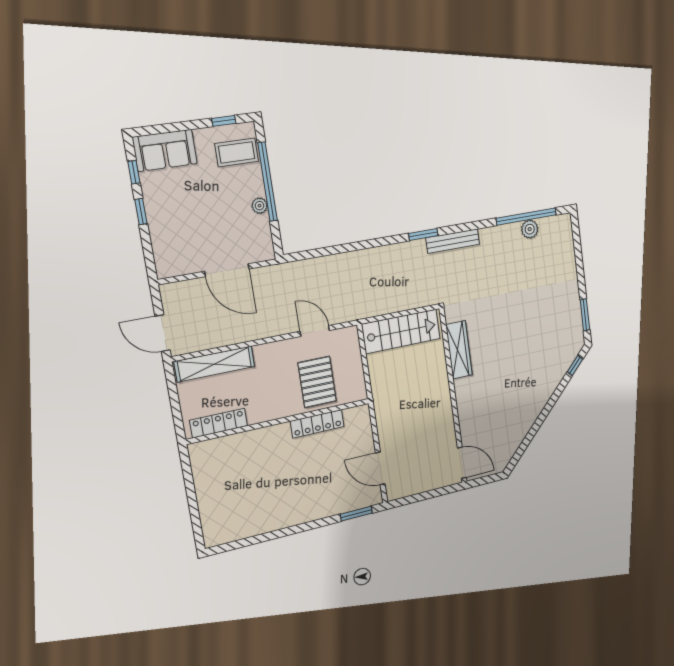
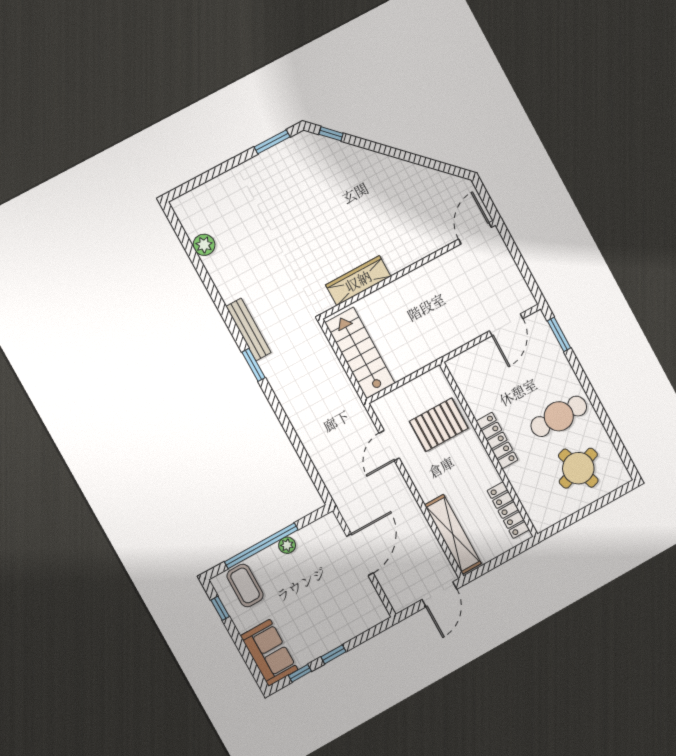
window: (526, 217) -> (192, 254), removed
locker: (317, 424) -> (497, 440), moved
cafe table: (287, 494) -> (559, 416), added
round table: (234, 500) -> (578, 468), added

